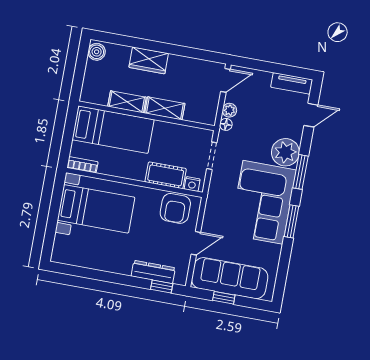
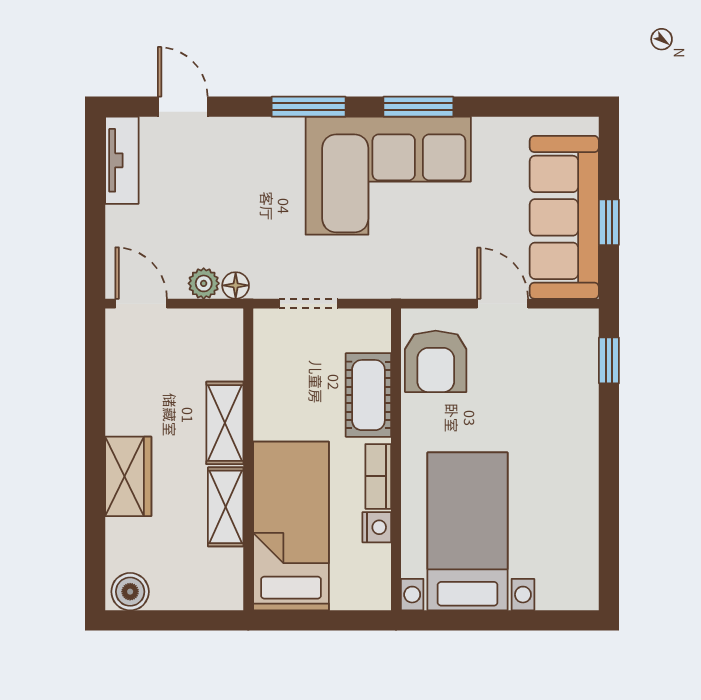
plant: (285, 152) -> (272, 147), removed
bookcase: (82, 165) -> (378, 476), moved
nightstand: (192, 184) -> (377, 527), moved
armchair: (175, 208) -> (436, 361), turned 90
dresser: (153, 272) -> (581, 384), removed

